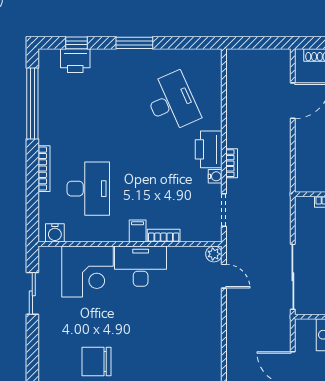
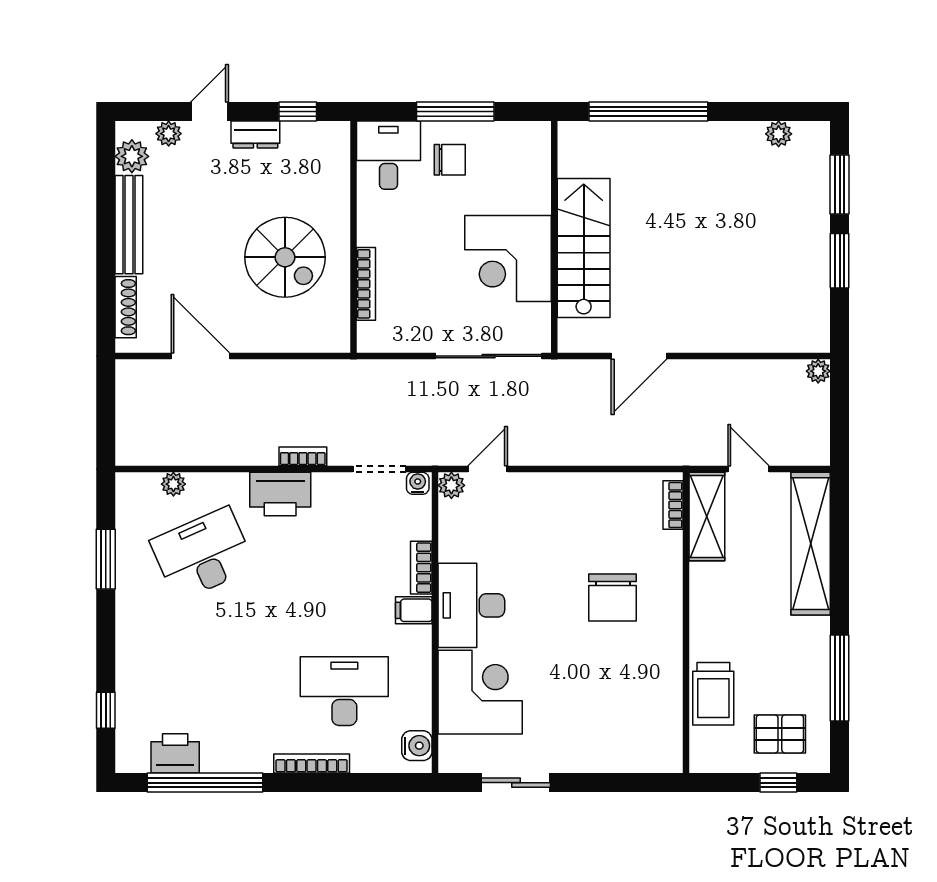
window: (134, 43) -> (106, 559), moved
printer: (75, 61) -> (175, 753), moved, turned -90
plant: (215, 84) -> (173, 484), added
water cooler: (215, 176) -> (418, 483), moved
chair: (96, 361) -> (613, 598), moved

